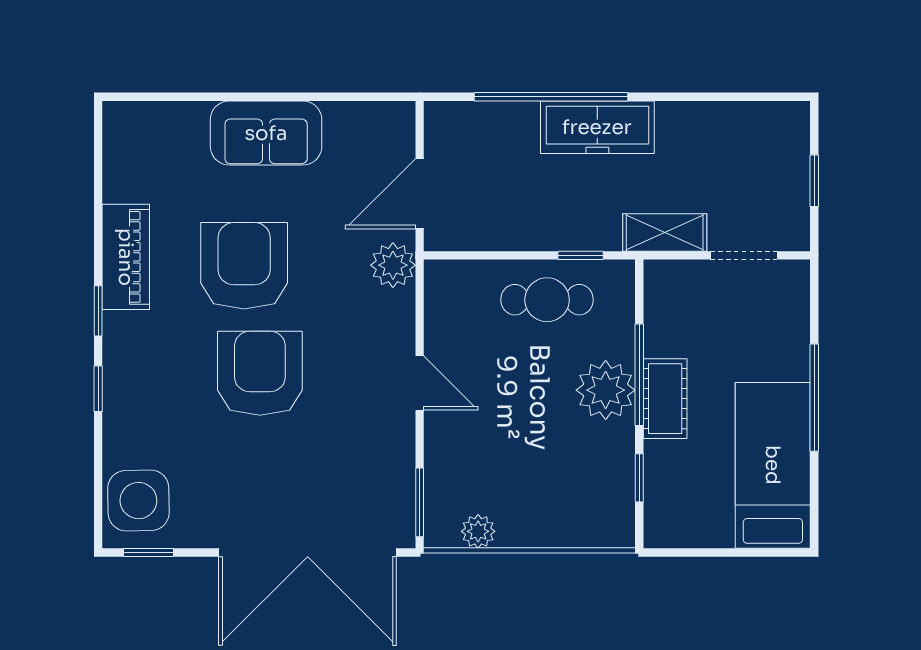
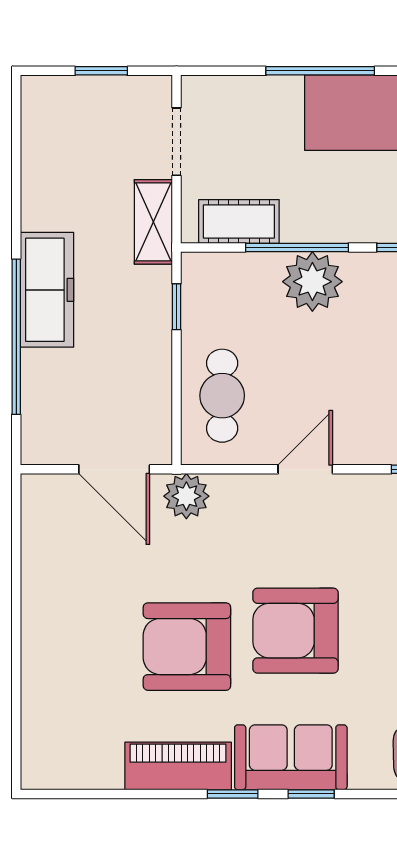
sofa: (266, 133) -> (291, 757), moved, turned -90
cafe table: (547, 300) -> (222, 396), moved
cot: (665, 399) -> (239, 221), moved

